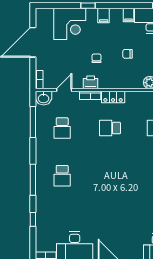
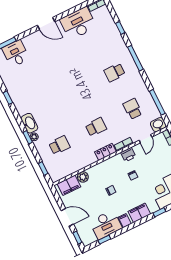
filing cabinet: (104, 16) -> (139, 213), width x2.00
school desk: (62, 176) -> (115, 72), turned -90

